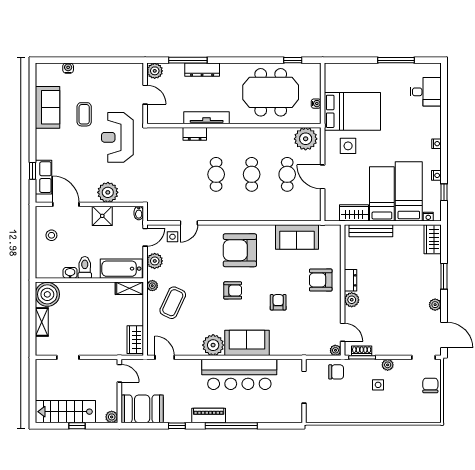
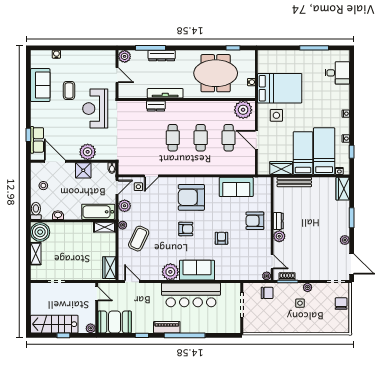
toilet: (85, 267) -> (36, 211), moved

